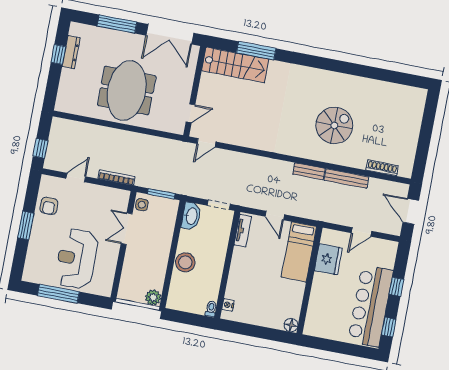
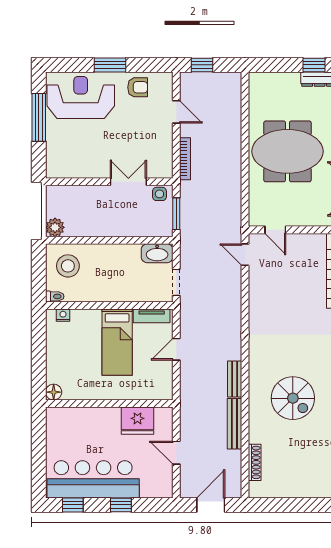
armchair: (49, 206) -> (138, 87), turned 180
bed: (299, 252) -> (117, 342), moved, turned -90
reception desk: (77, 259) -> (81, 97), moved
stool: (185, 262) -> (68, 266), moved

